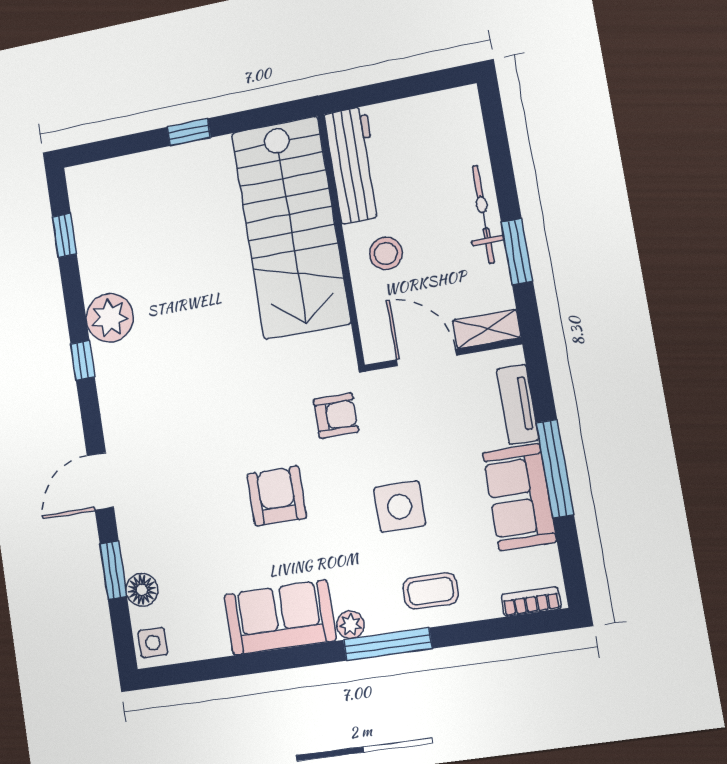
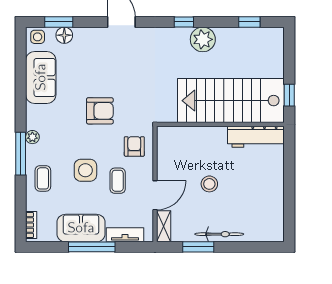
workbench: (354, 165) -> (256, 137), moved
stairs: (291, 228) -> (231, 101), moved
wall: (341, 239) -> (220, 124), moved
armchair: (336, 416) -> (134, 146), turned 180
coffee table: (410, 438) -> (118, 181), added
window: (113, 570) -> (59, 22), moved
sofa: (280, 618) -> (41, 77), moved

